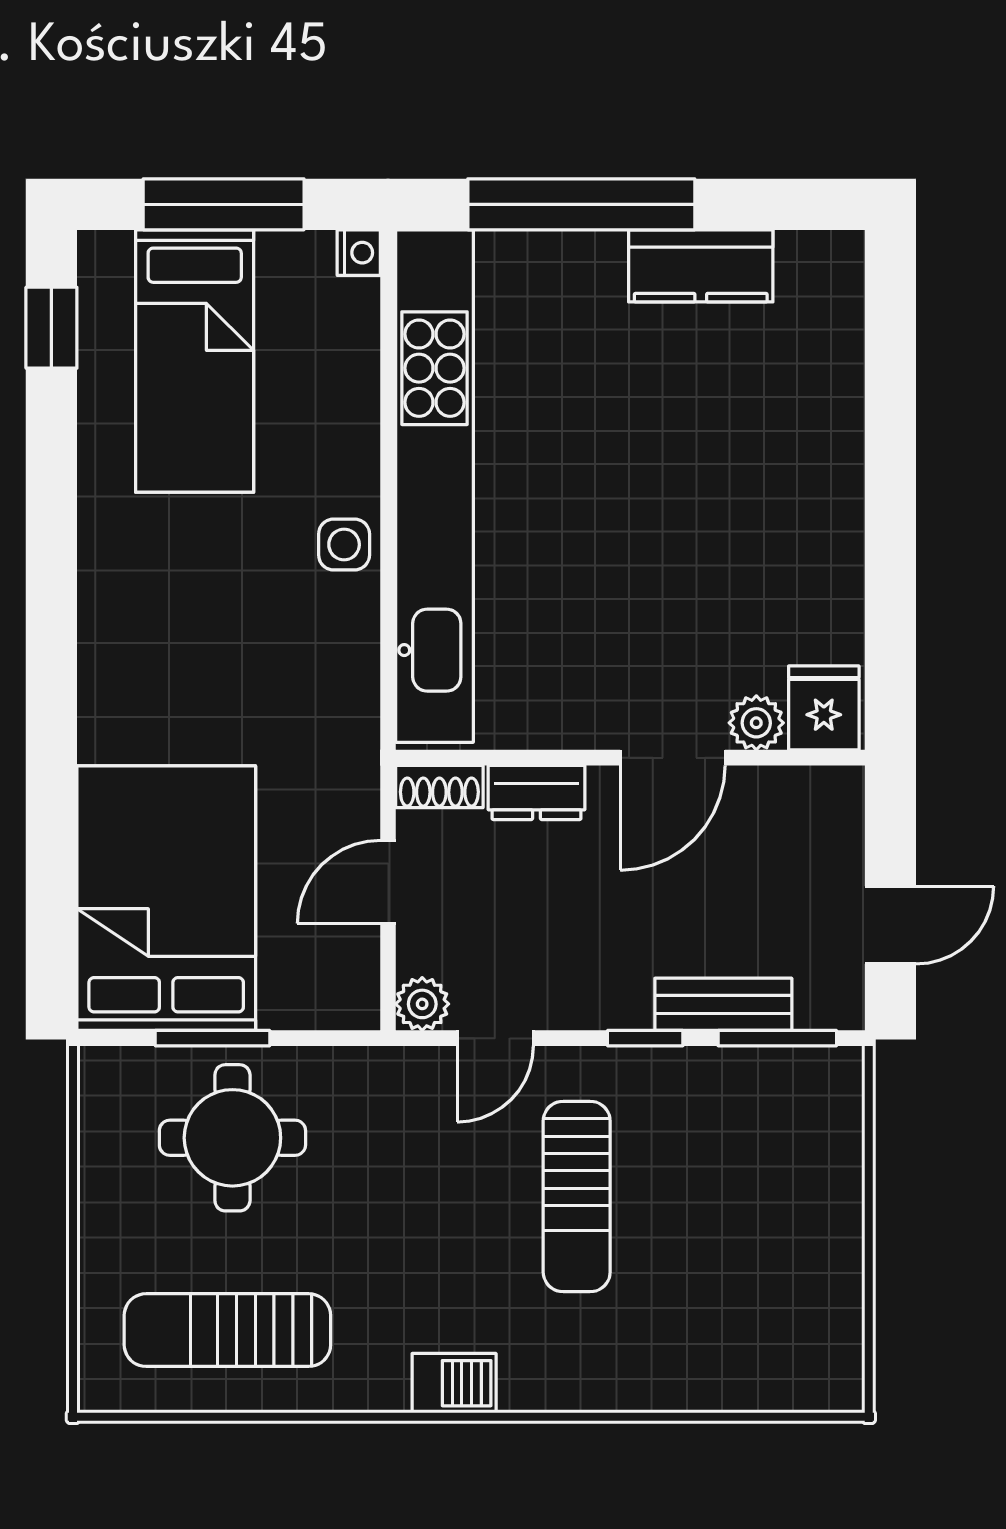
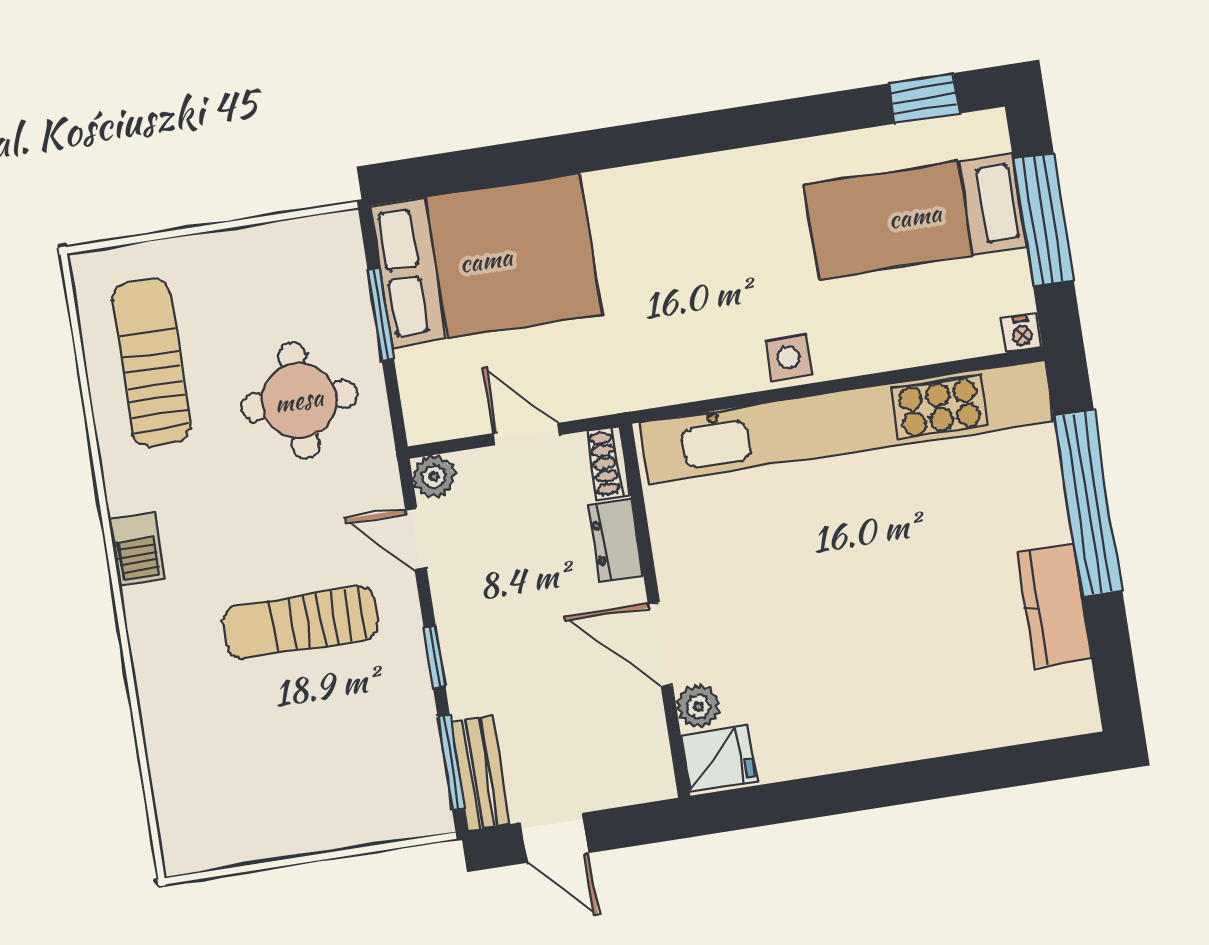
bench: (723, 1004) -> (480, 773), moved
round table: (232, 1138) -> (299, 400), moved

